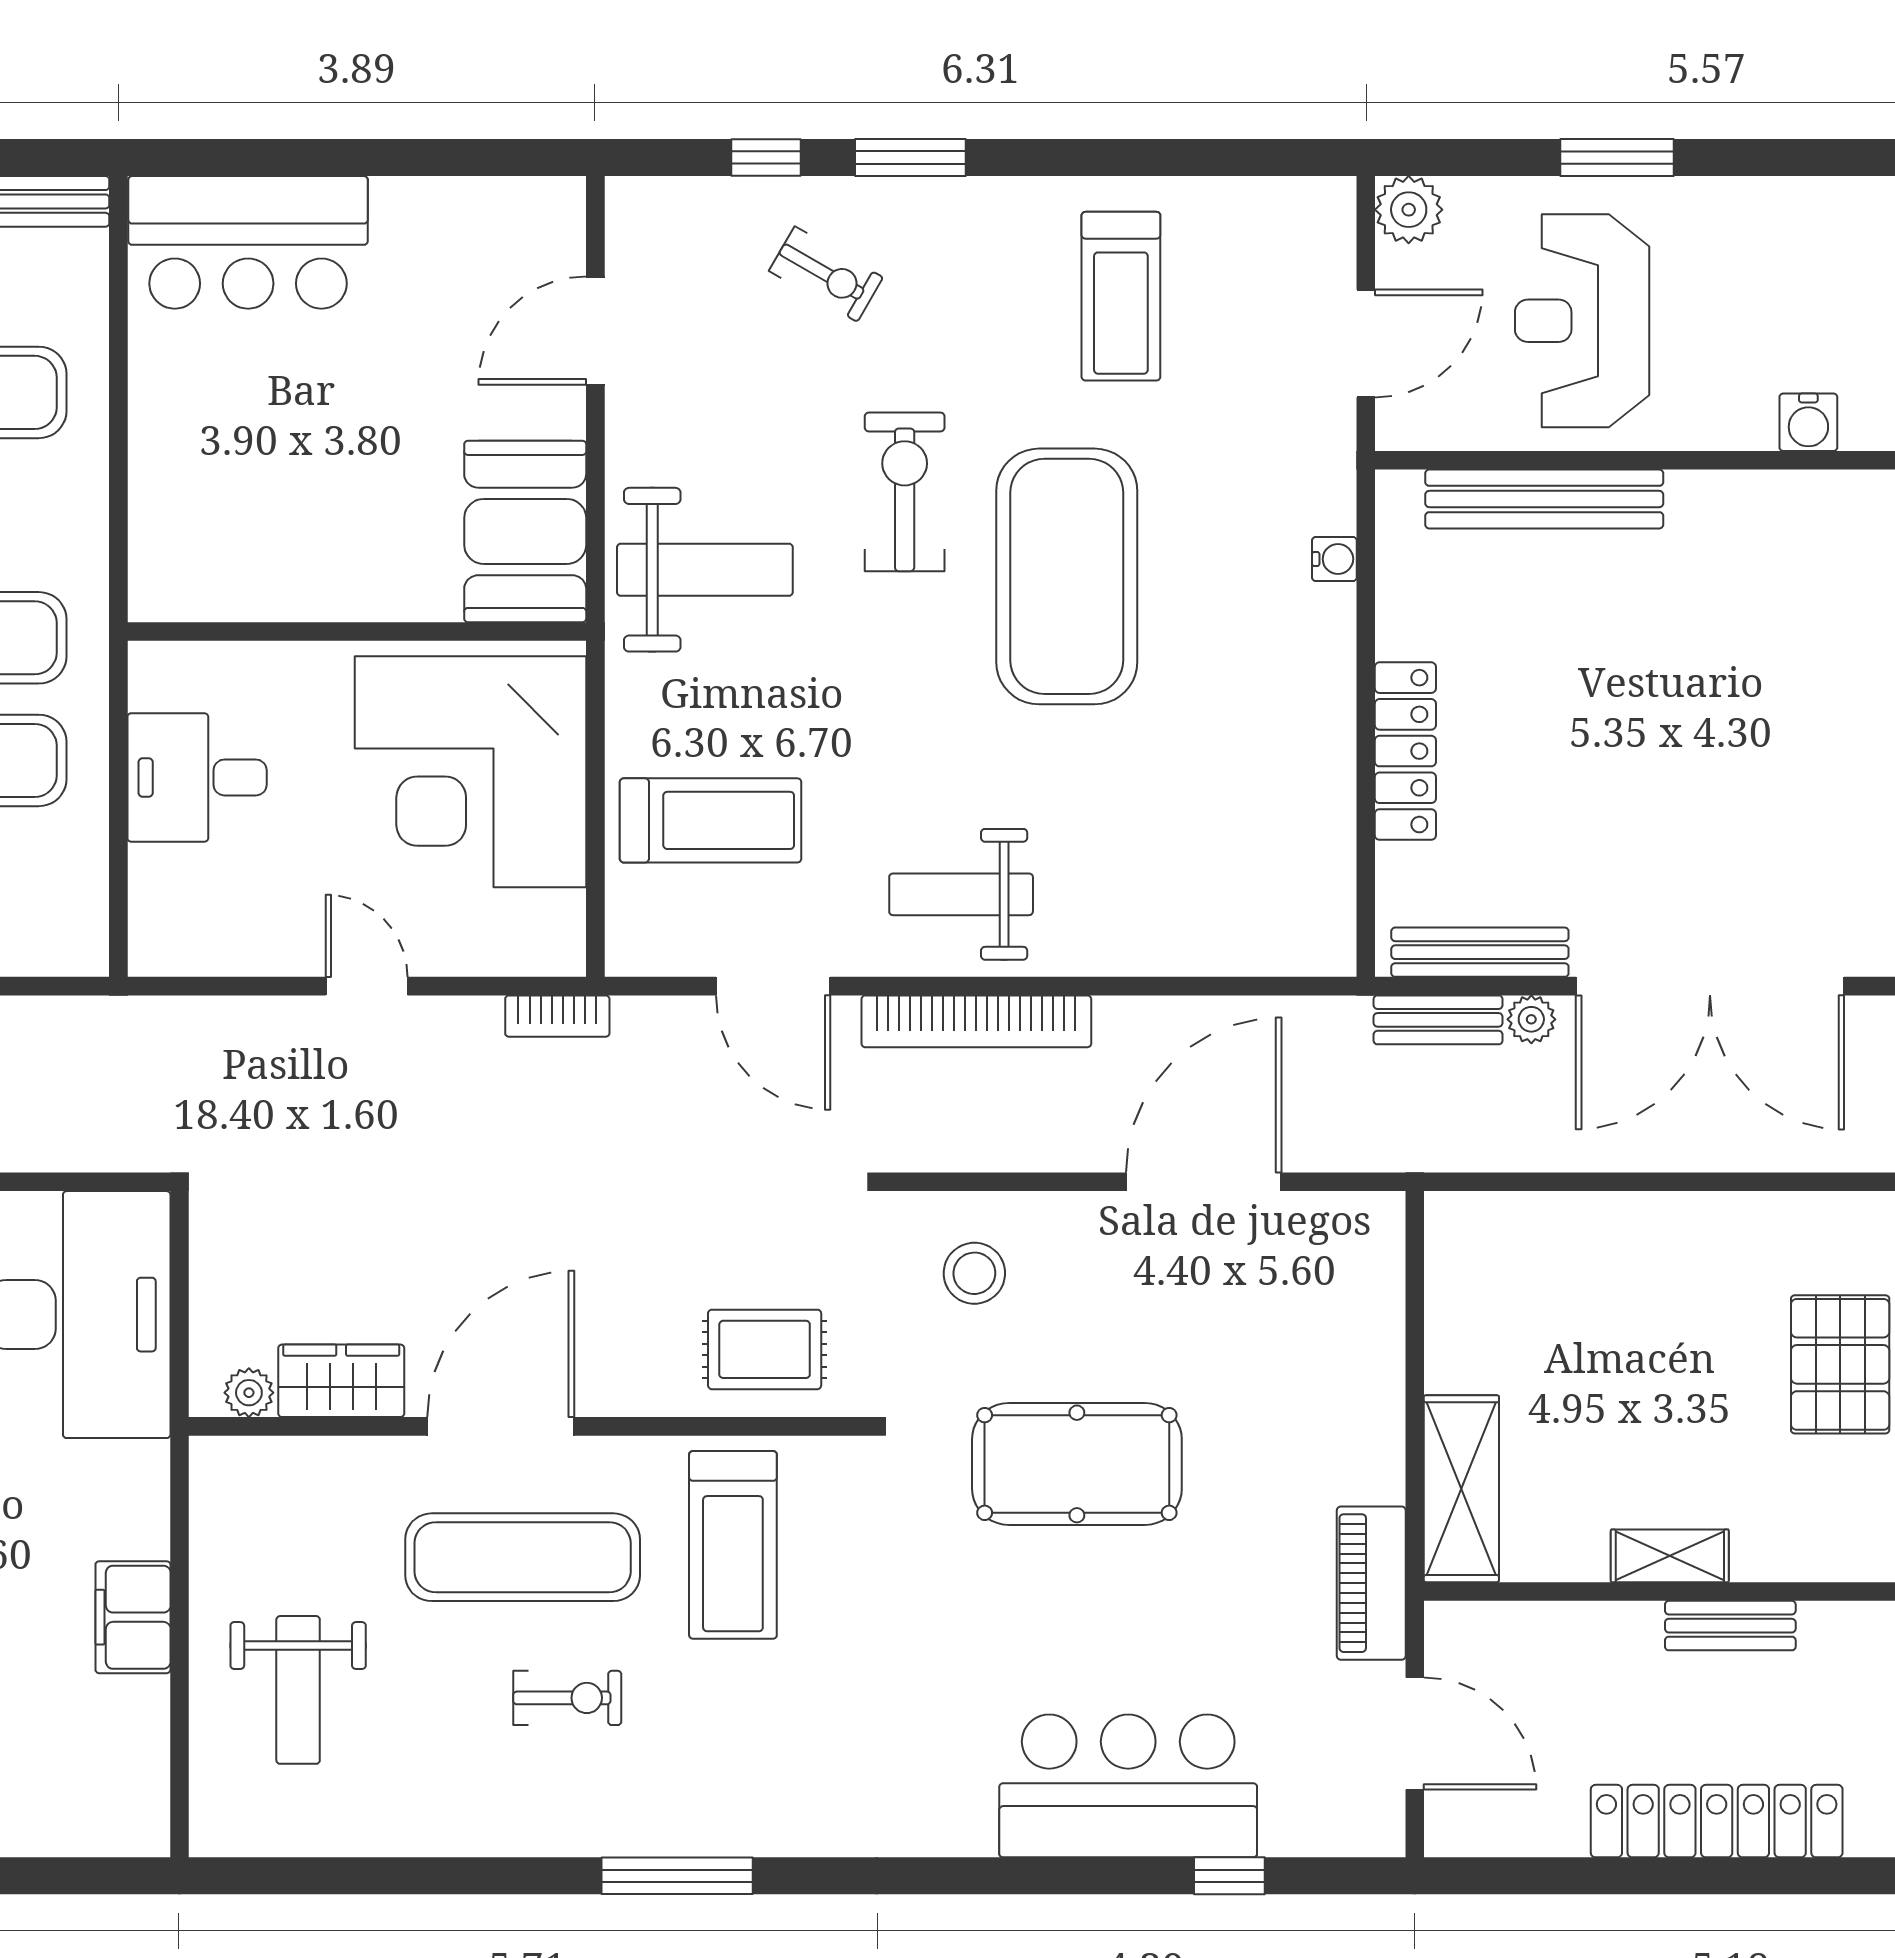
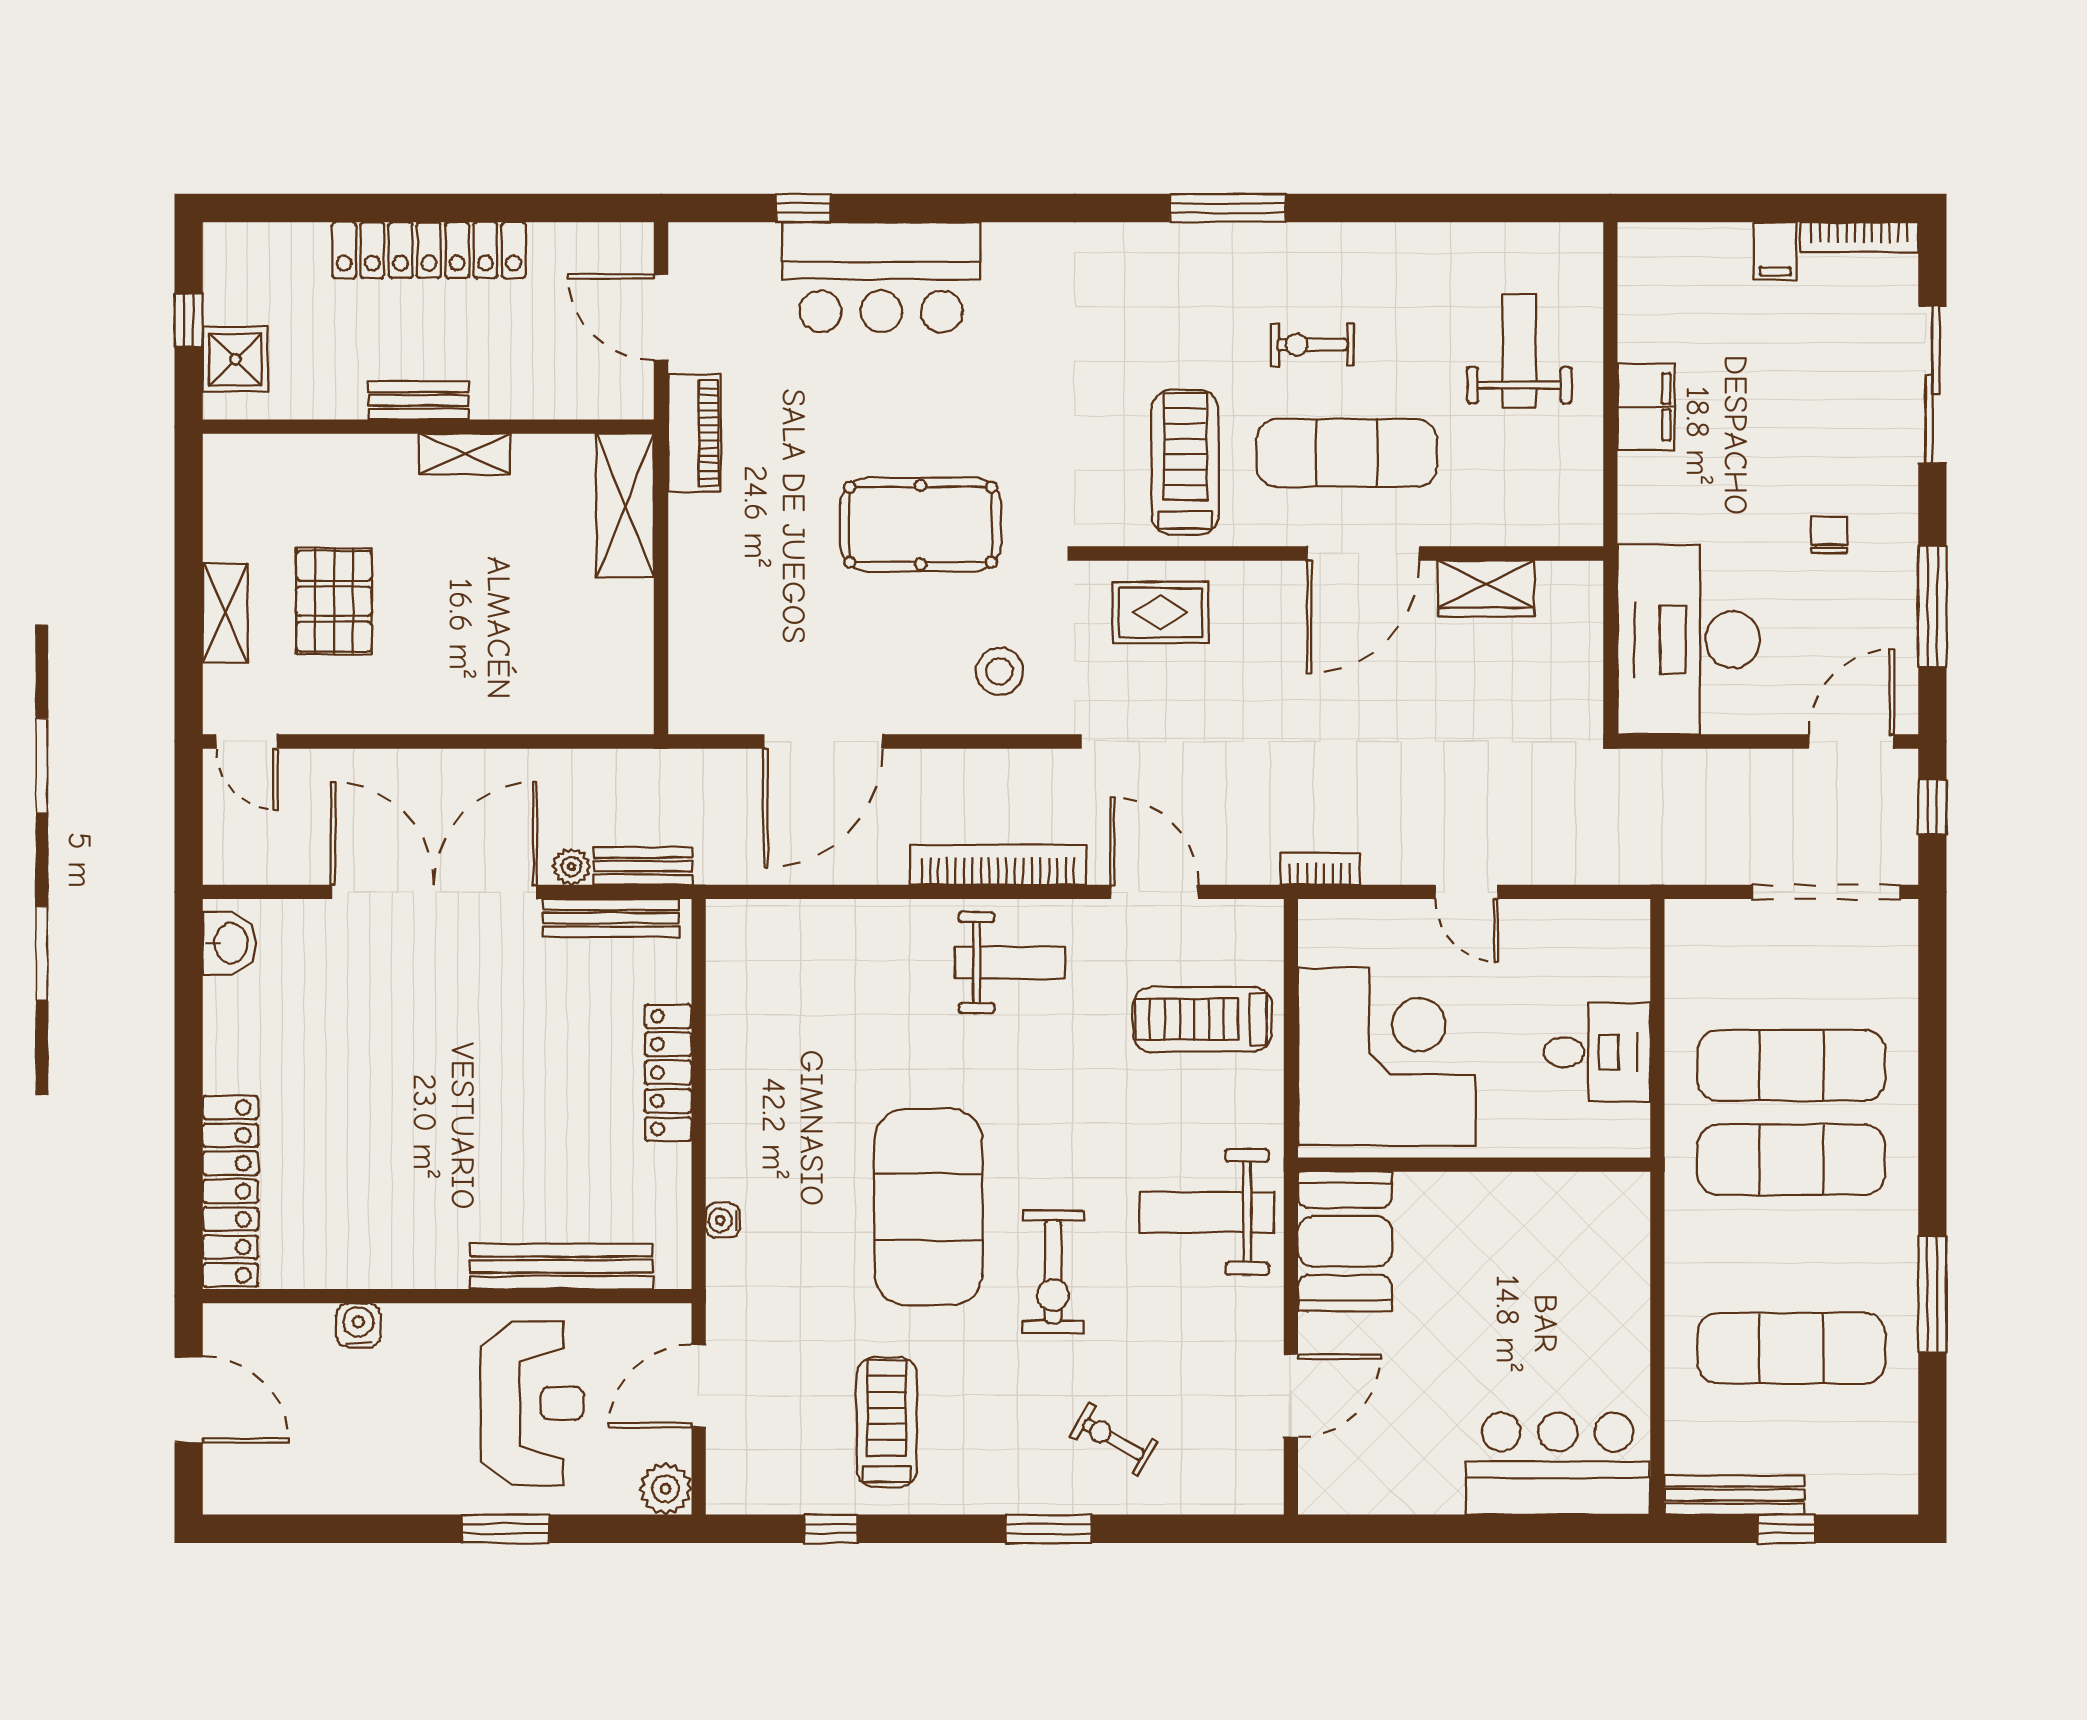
window: (766, 158) -> (831, 1529), moved
plant: (249, 1393) -> (1557, 579), removed

